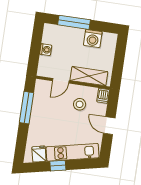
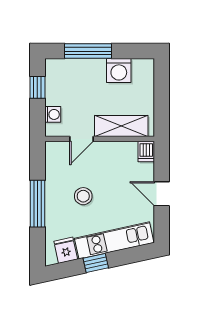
window: (36, 42) -> (37, 87), added
washing machine: (46, 50) -> (53, 114), moved
stool: (80, 104) -> (83, 196), moved
window: (26, 108) -> (37, 204), moved

